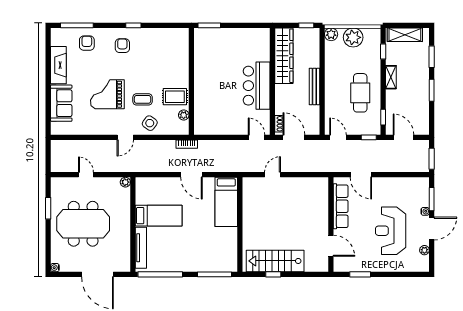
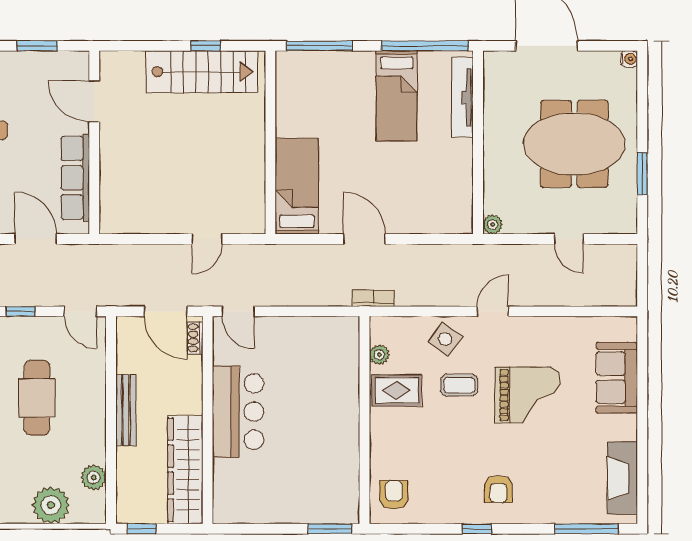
plant: (331, 34) -> (94, 477), moved
armchair: (87, 43) -> (394, 495), moved, turned 180
fireplace: (58, 65) -> (622, 478), moved
bed: (159, 216) -> (397, 96), moved, turned -90

